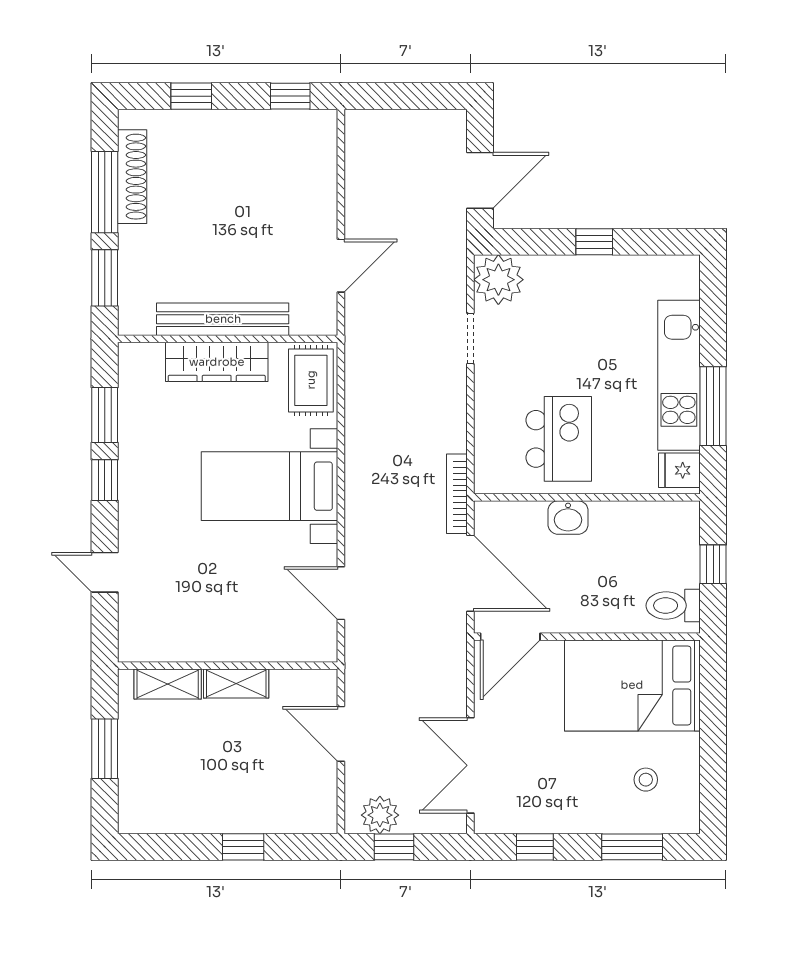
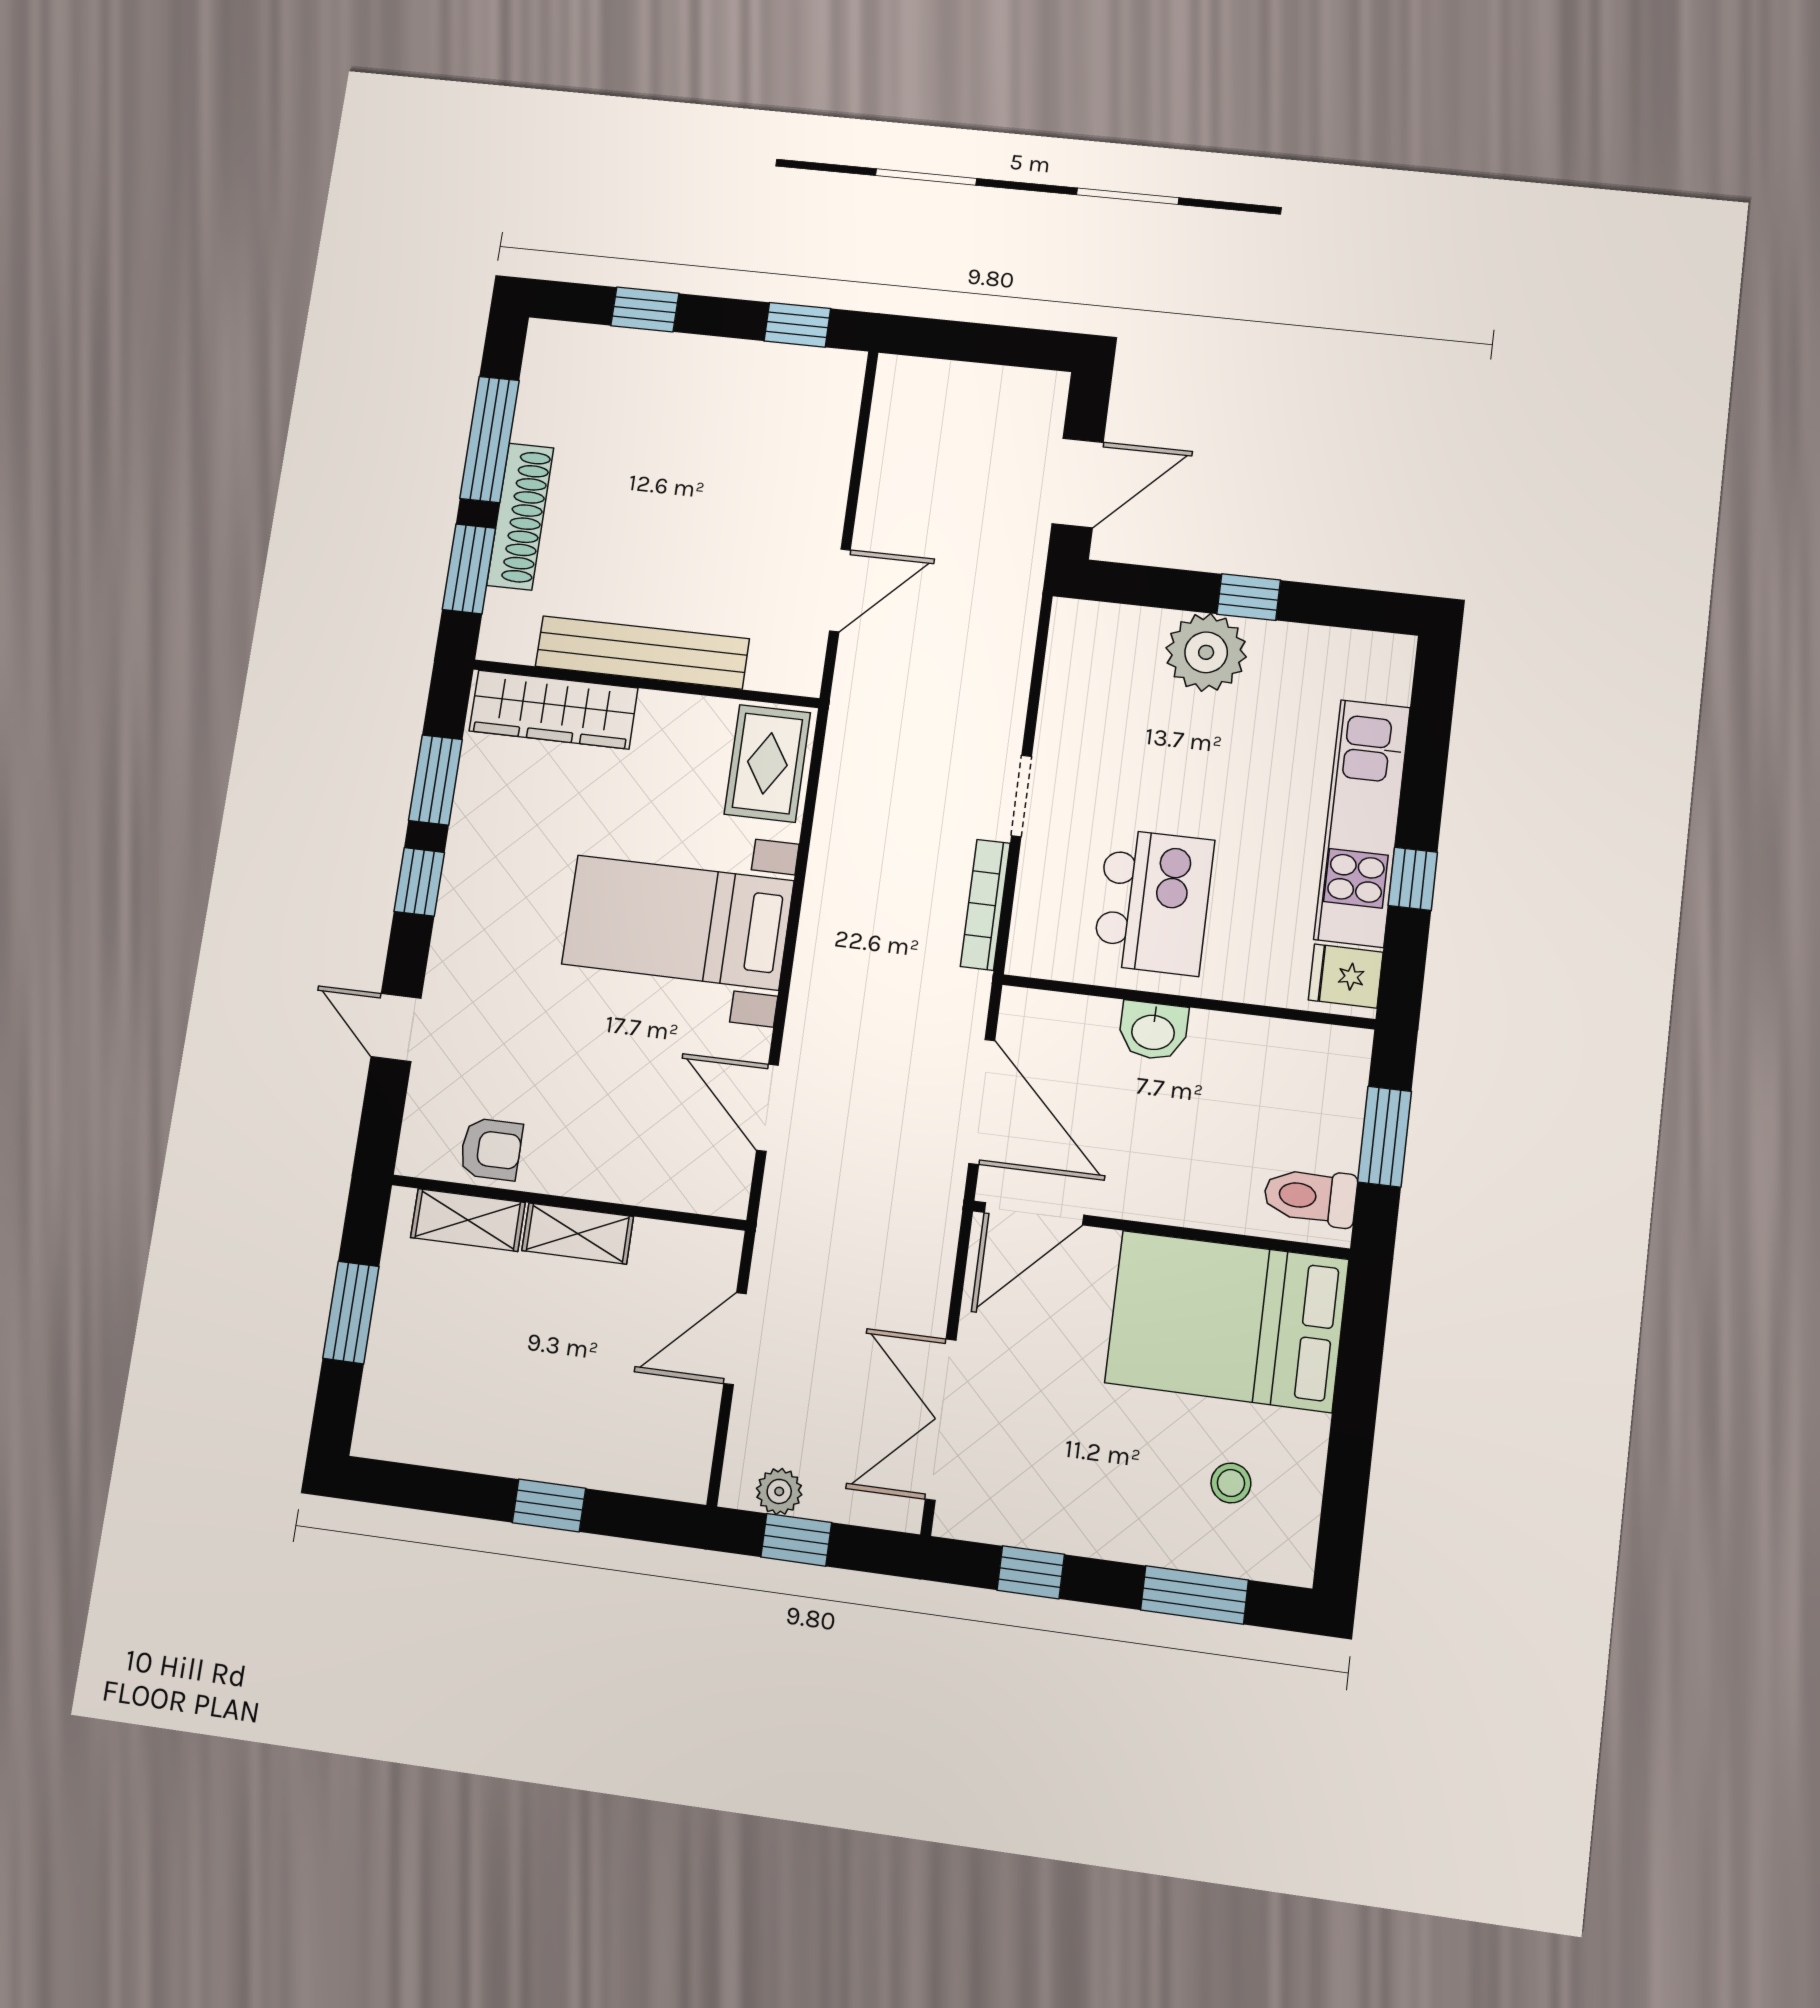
shoe rack: (132, 177) -> (520, 516), moved
plant: (498, 280) -> (1206, 652), moved
doorway: (470, 338) -> (1021, 796), moved
wardrobe: (217, 362) -> (553, 710), moved
window: (713, 406) -> (1413, 879), width x0.46
bookcase: (457, 494) -> (985, 905), moved
window: (713, 564) -> (1385, 1137), width x1.50
armchair: (175, 639) -> (491, 1149), added
door: (341, 734) -> (735, 1339), hinge flipped
plant: (380, 815) -> (779, 1491), width x0.73, depth x0.73

